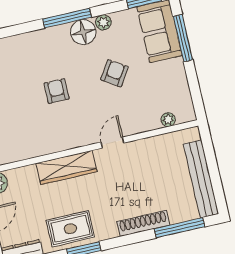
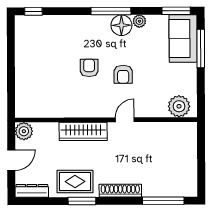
armchair: (115, 73) -> (123, 74), moved, turned 147
plant: (168, 120) -> (179, 106), width x1.88, depth x1.88
bench: (201, 179) -> (189, 165), removed
shoe rack: (143, 223) -> (120, 191), moved

